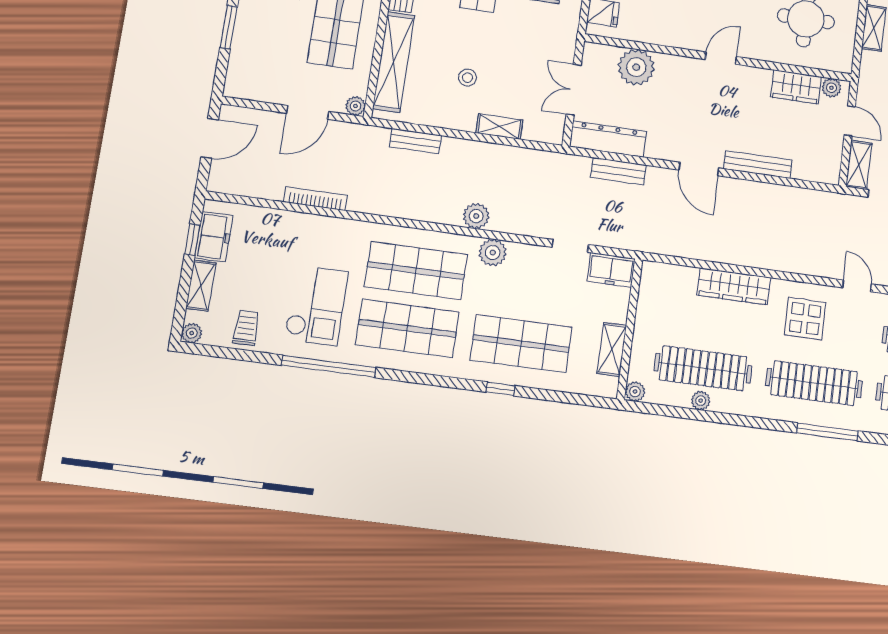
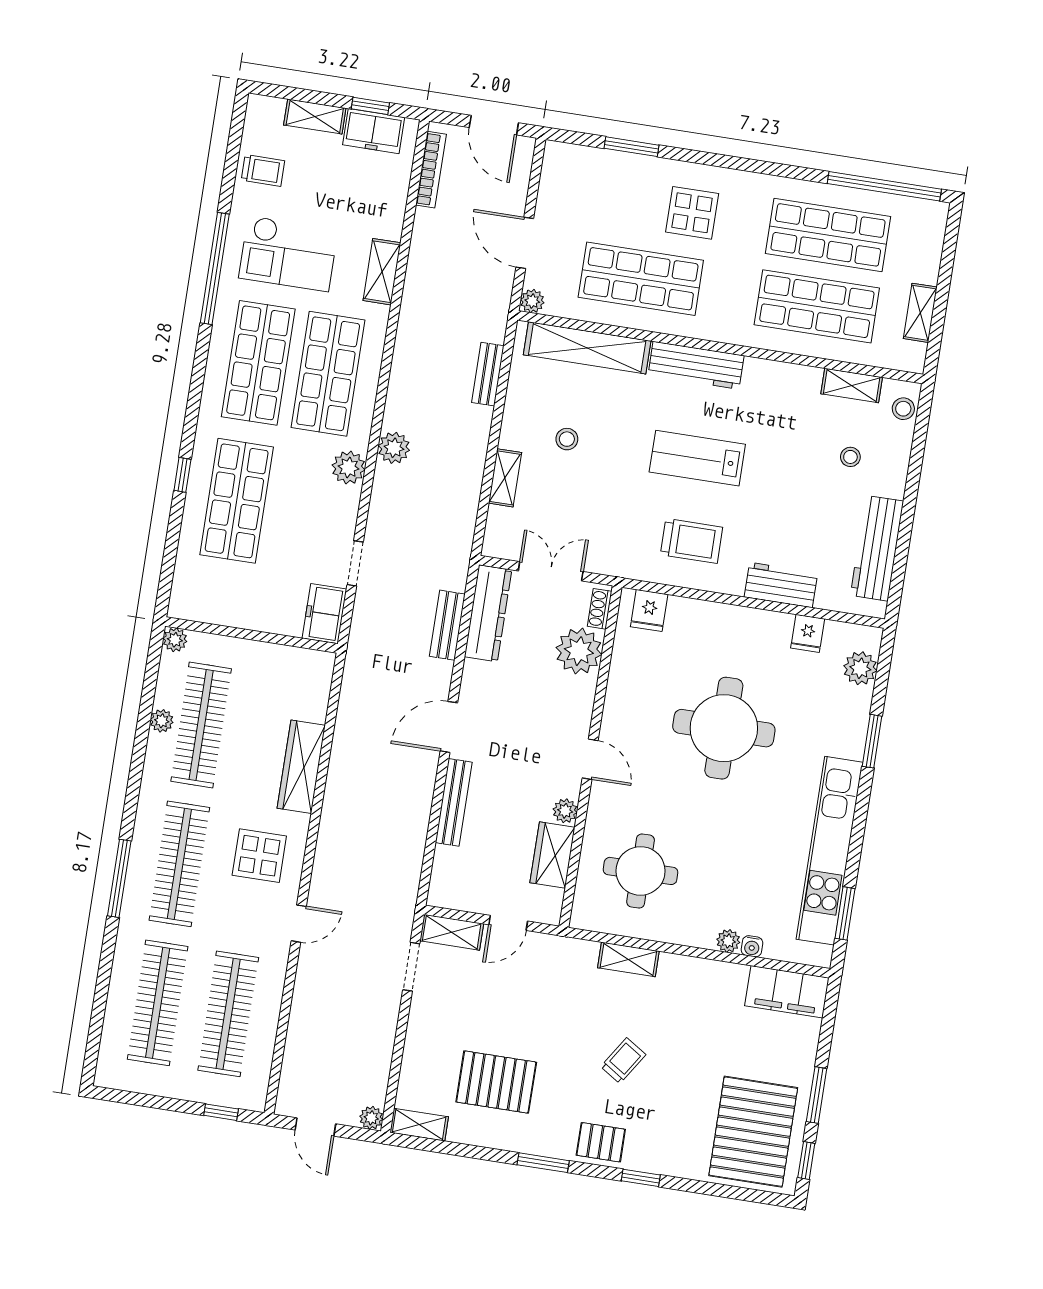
shoe rack: (603, 51) -> (600, 609), added
plant: (831, 88) -> (565, 811), moved
bookcase: (316, 199) -> (431, 170), moved
plant: (192, 333) -> (258, 106), removed
shelving: (612, 349) -> (382, 272), moved, turned 90

